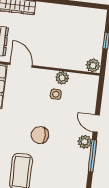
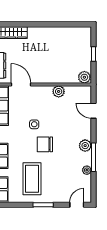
side table: (56, 94) -> (34, 124), moved
door: (96, 123) -> (93, 111), moved
plant: (83, 169) -> (87, 170), added

